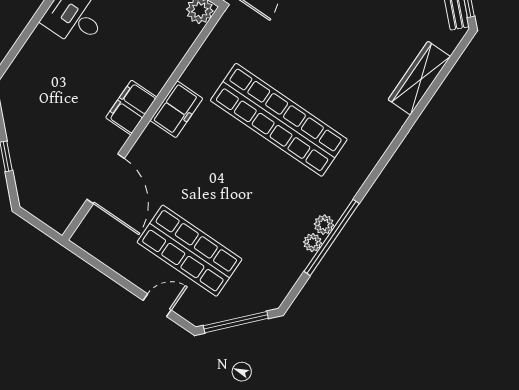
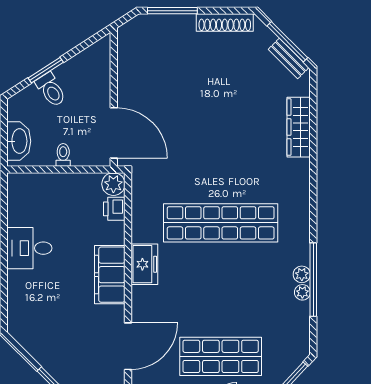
printer: (184, 35) -> (114, 209), added
filing cabinet: (131, 107) -> (110, 275), width x1.50, depth x1.17
door: (106, 179) -> (128, 346), hinge flipped

